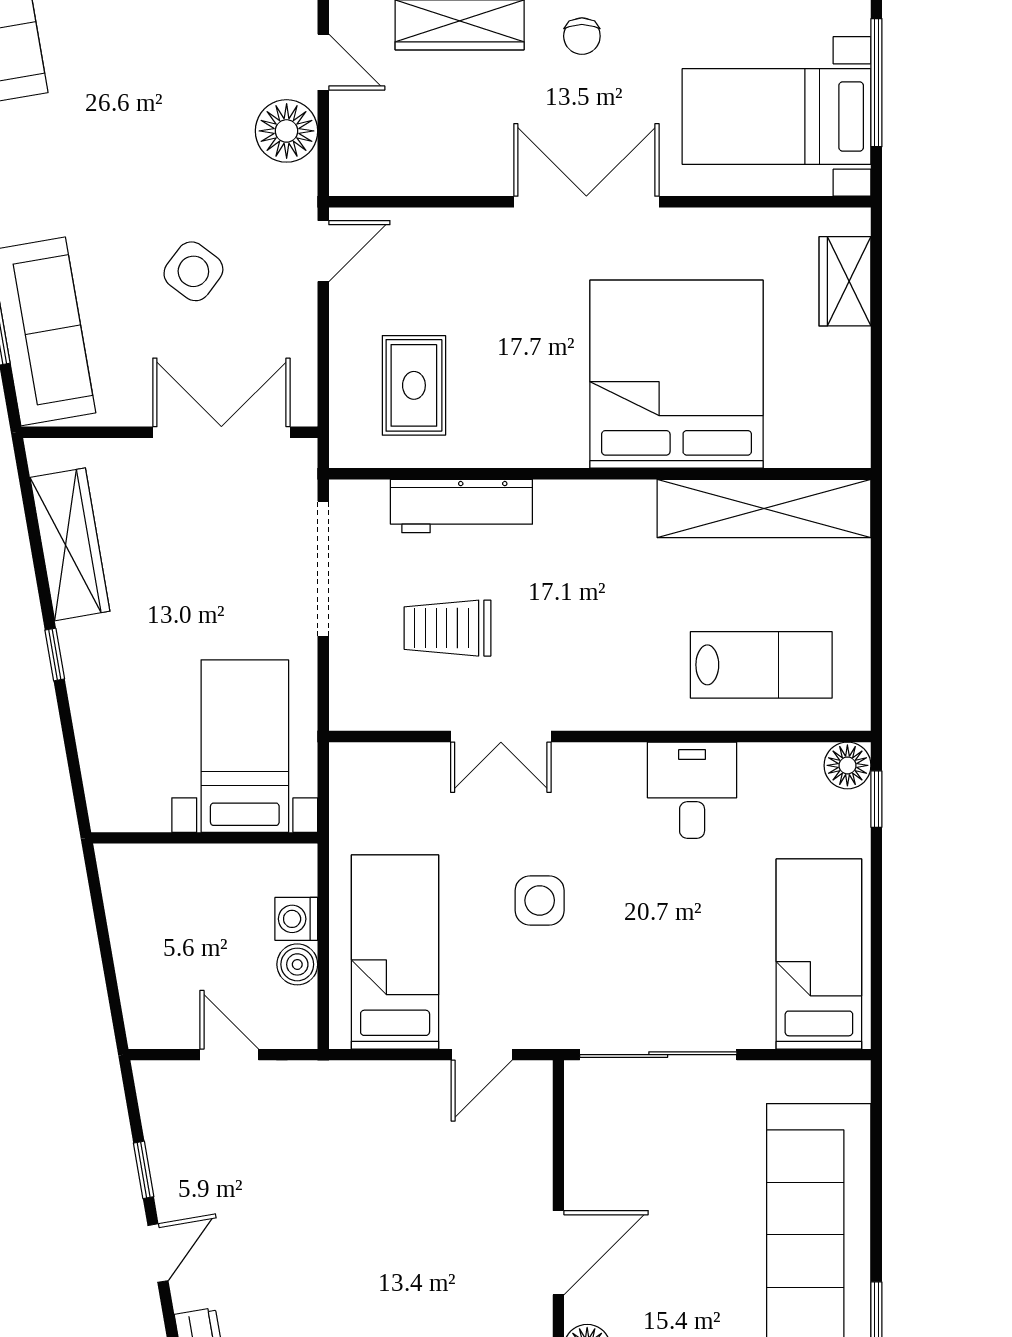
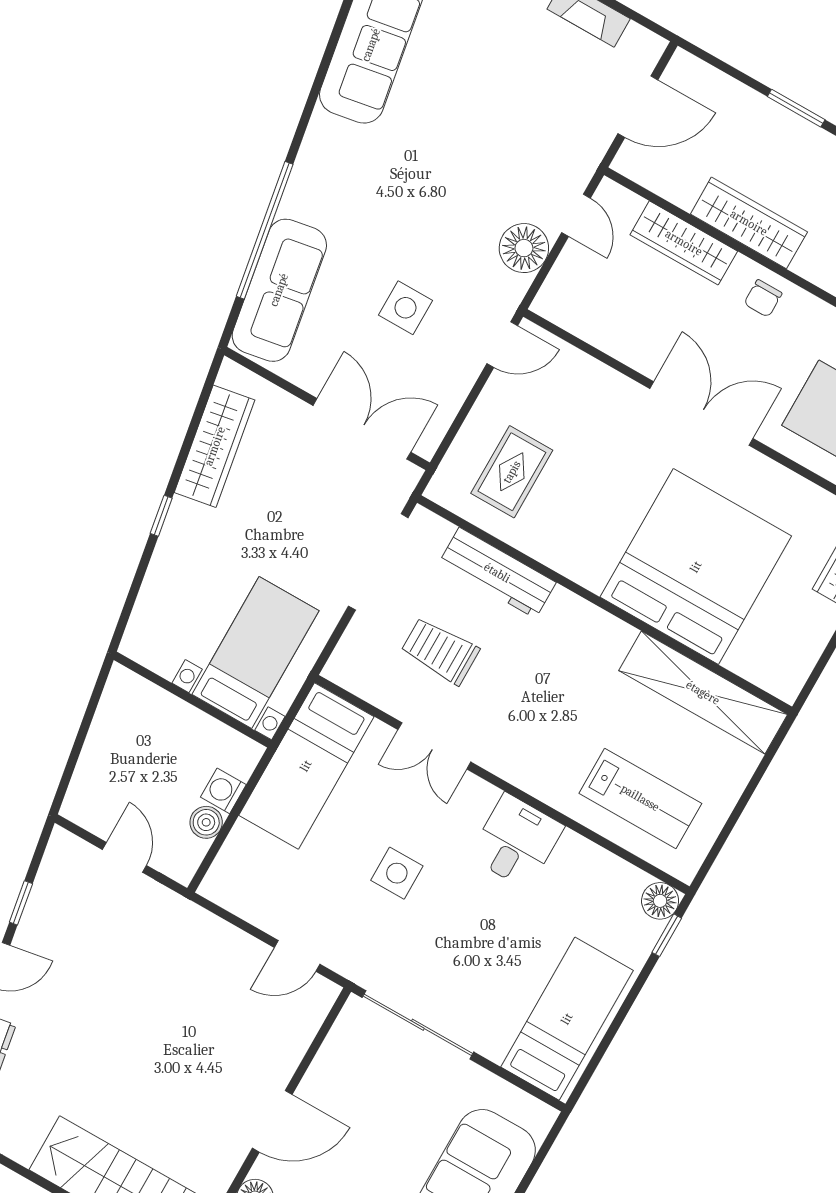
side table: (193, 271) -> (405, 308), turned -37
desk: (692, 790) -> (516, 841), moved
bed: (395, 952) -> (306, 766), moved, turned 180

